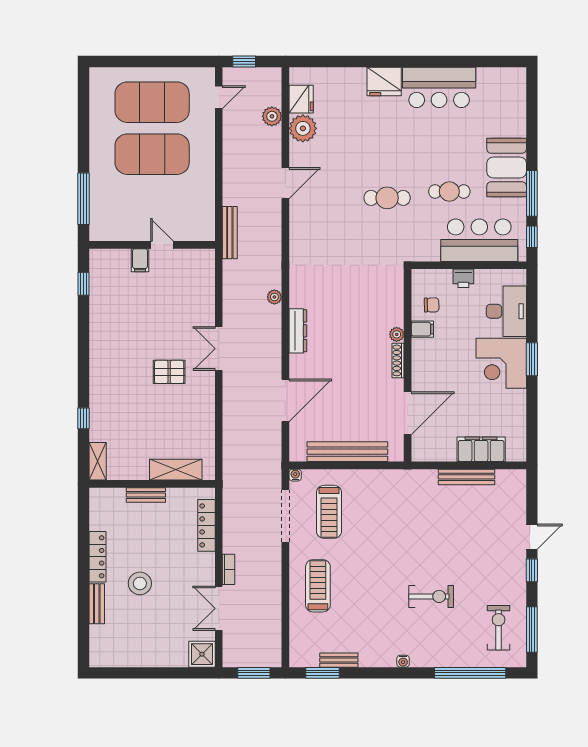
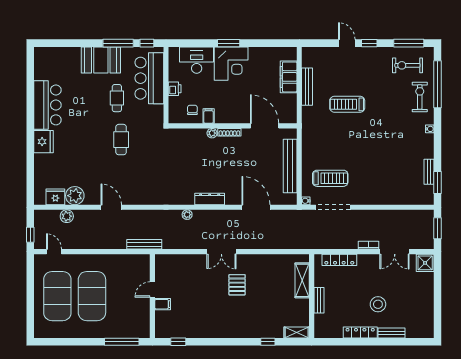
treadmill: (318, 586) -> (347, 104), moved
exercise bike: (431, 596) -> (420, 97), moved

